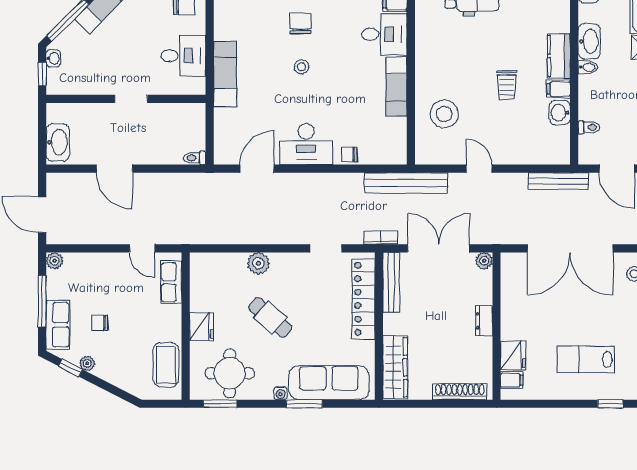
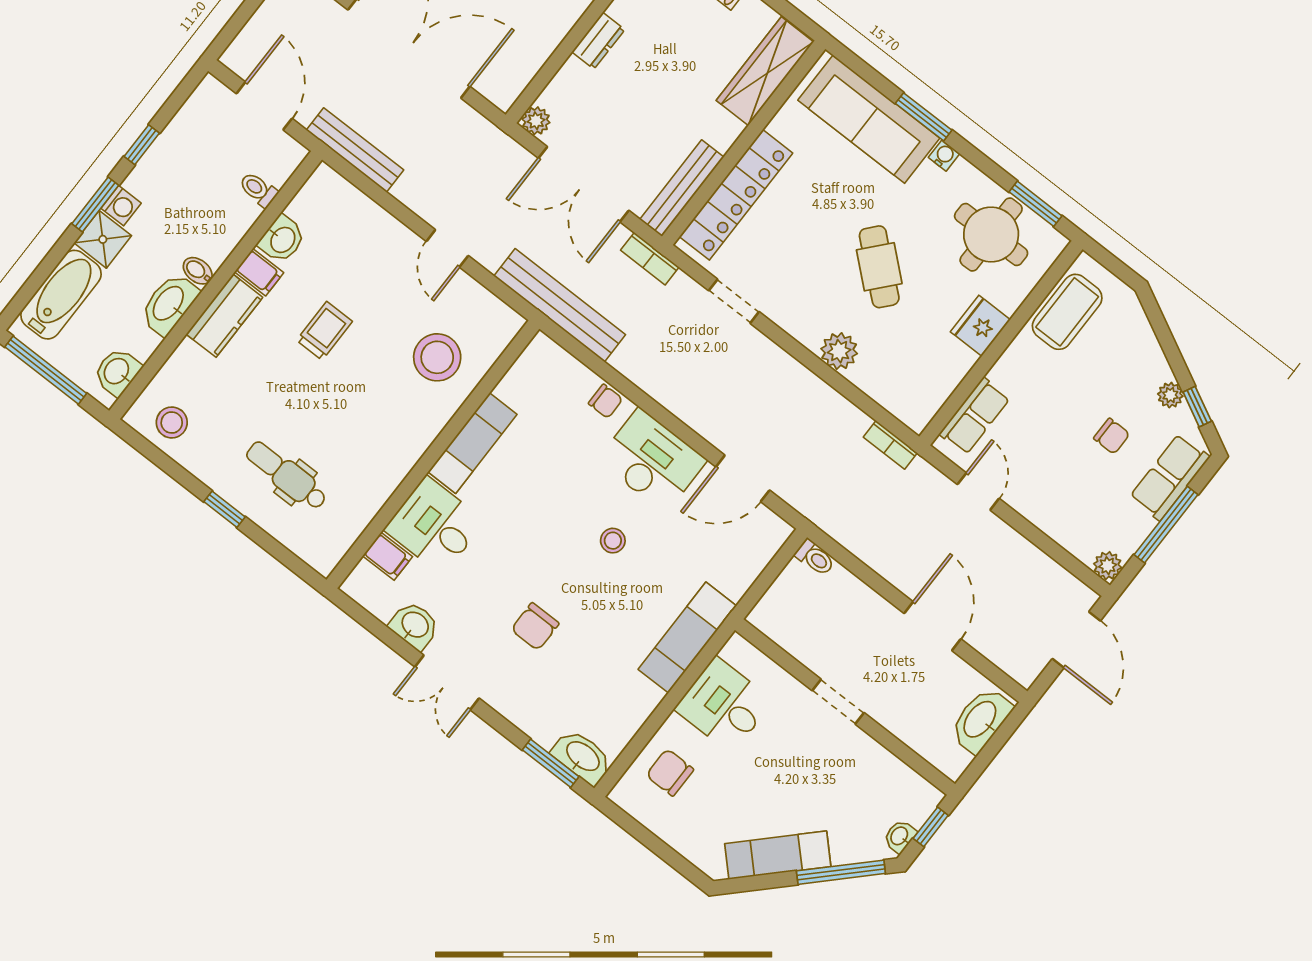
stool: (302, 67) -> (613, 541), moved
bookcase: (200, 238) -> (890, 445), added

